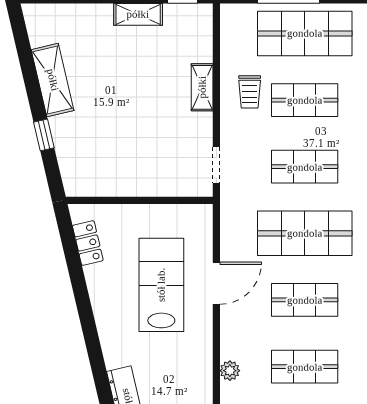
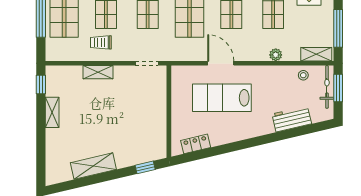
trolley: (250, 92) -> (101, 42), turned 180
window: (44, 135) -> (145, 167), moved

